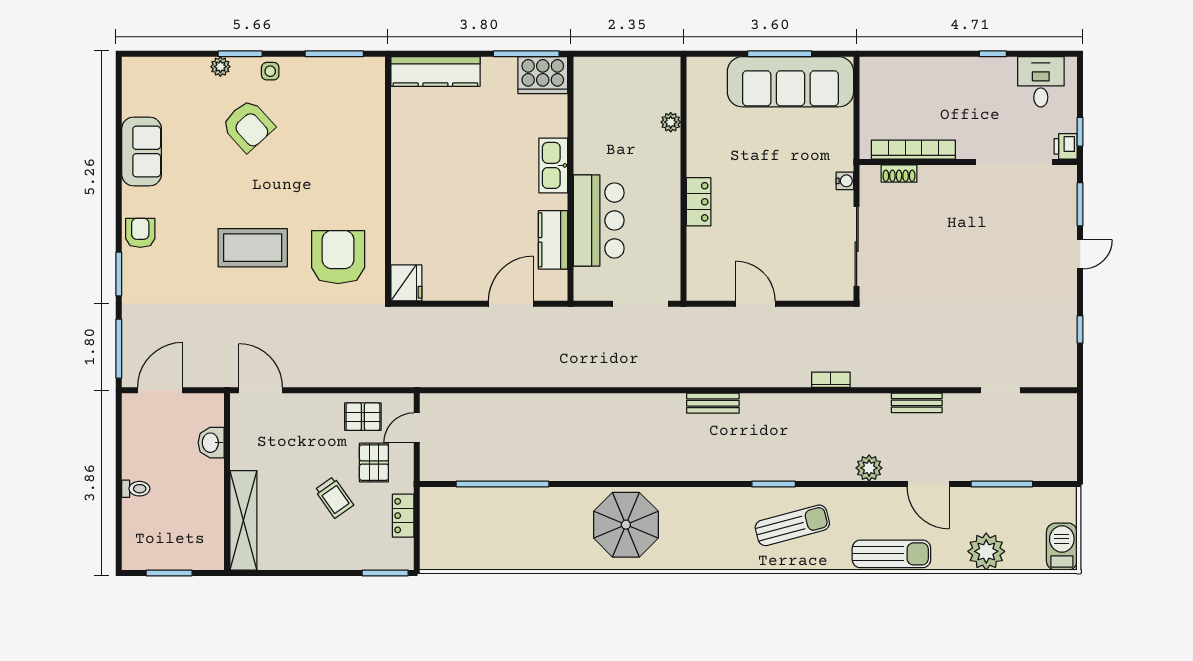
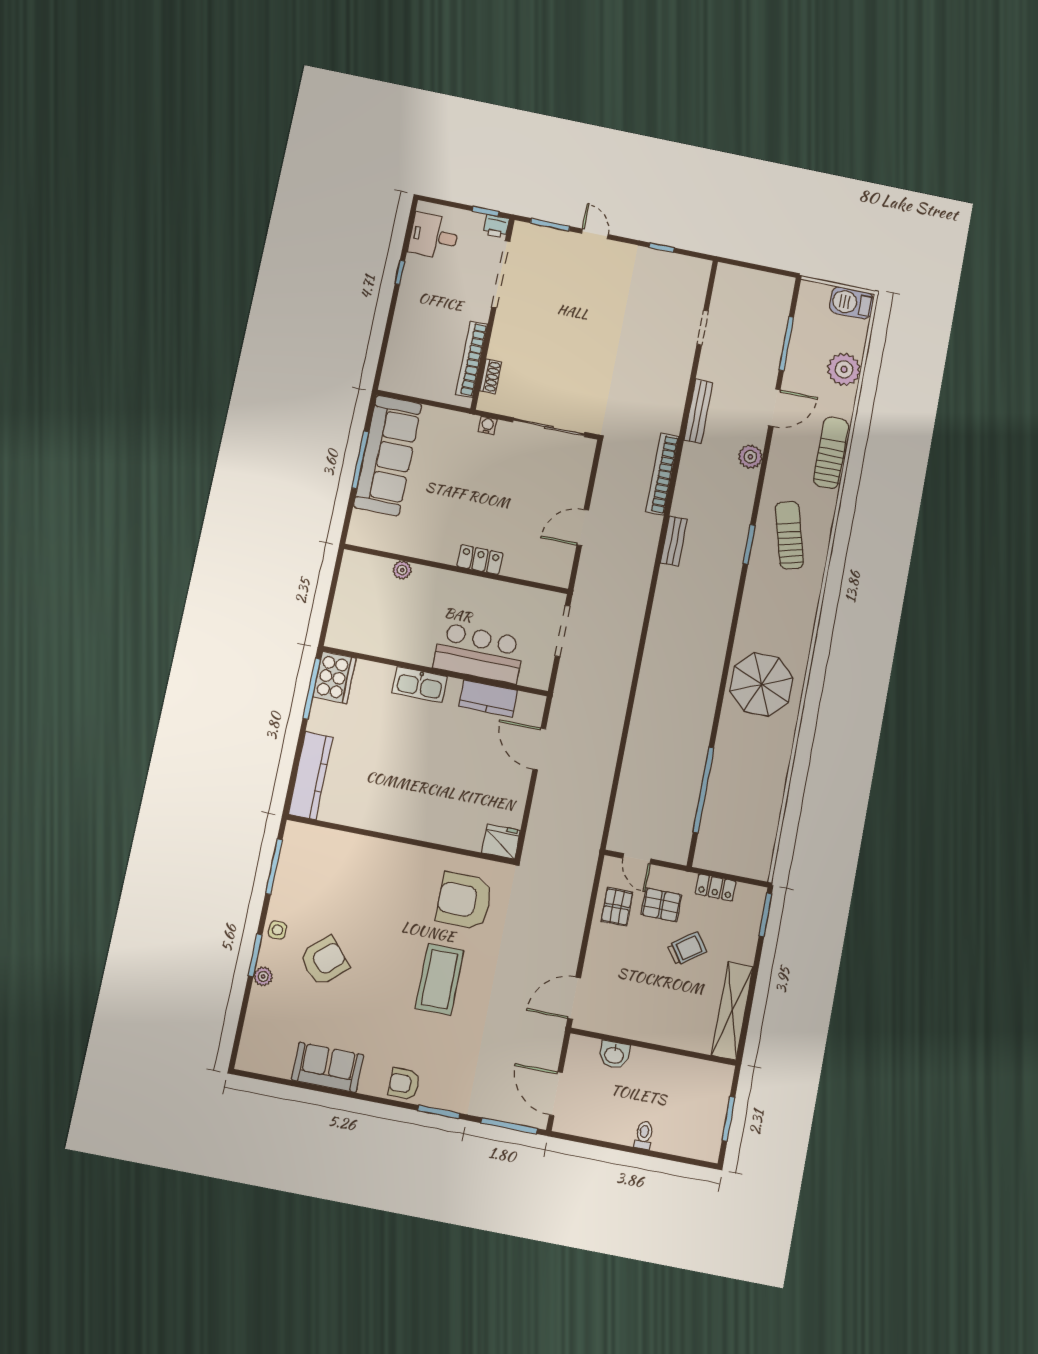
bookcase: (831, 380) -> (662, 474), width x2.31, depth x1.31
bench: (713, 403) -> (674, 541), moved
bench: (917, 403) -> (698, 411), width x1.36
shelving: (243, 520) -> (732, 1011), moved, turned 90

